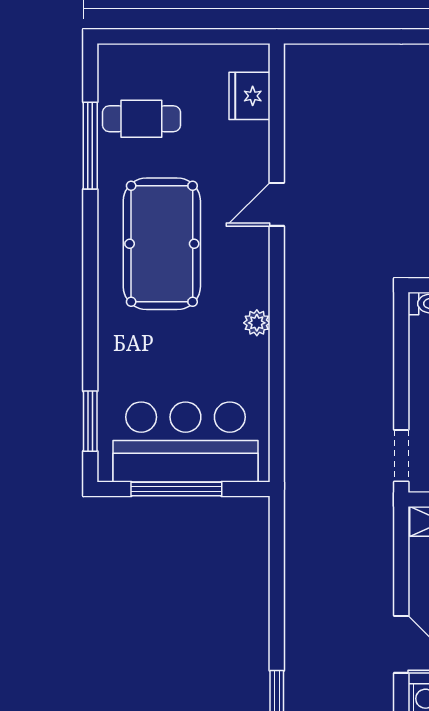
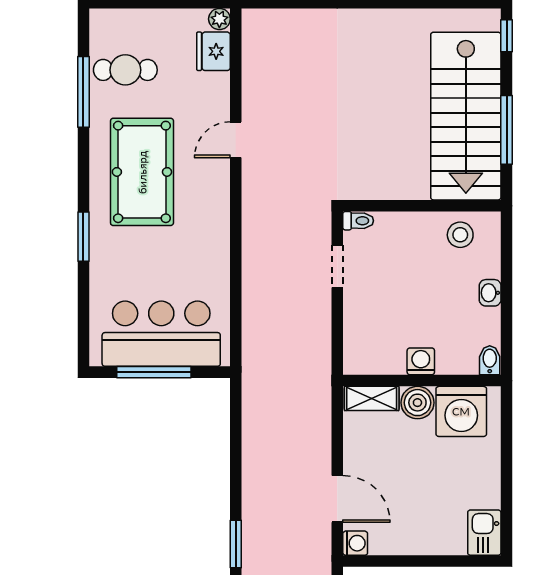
plant: (257, 323) -> (219, 19), moved
window: (90, 421) -> (83, 237), moved
doorway: (401, 456) -> (337, 266), moved

